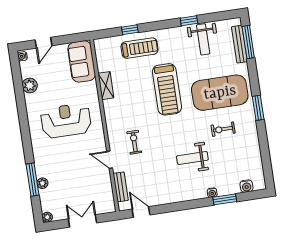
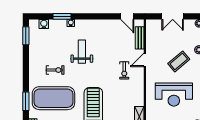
window: (258, 108) -> (26, 101), moved
weight bench: (192, 158) -> (82, 52), turned -90
door: (110, 160) -> (145, 60), swing flipped
coffee table: (66, 164) -> (179, 61), added
window: (267, 168) -> (26, 36), added

